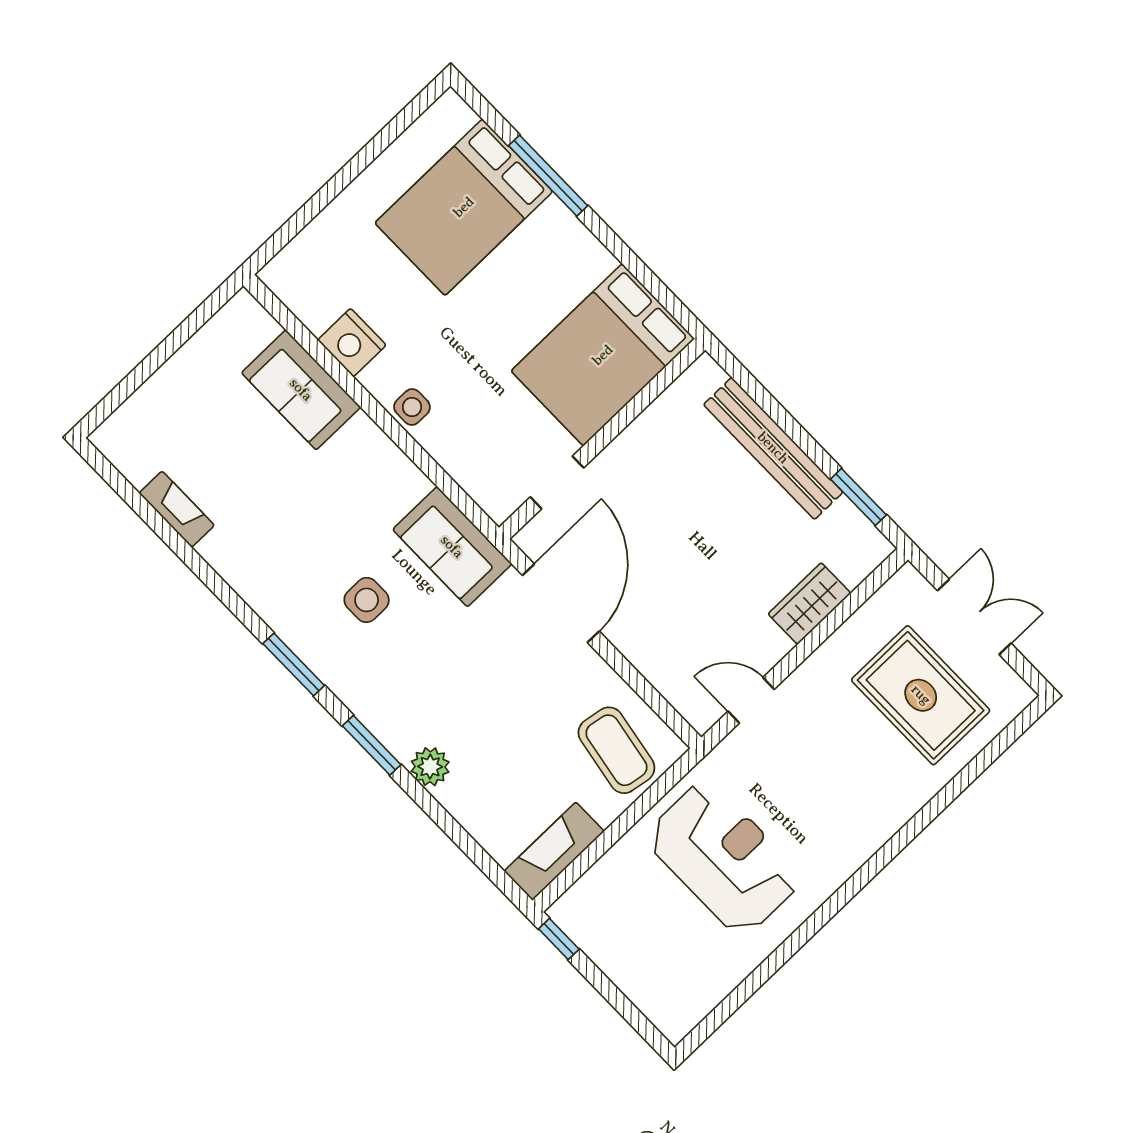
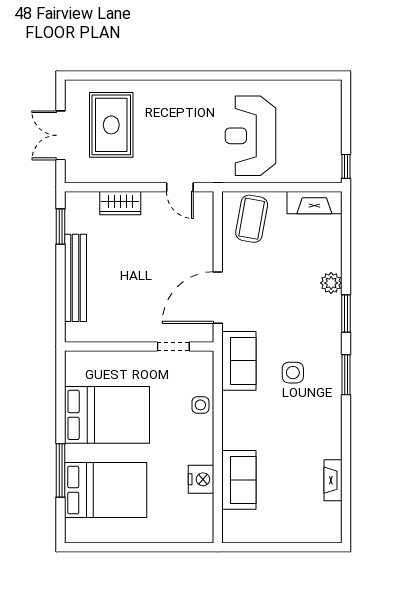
bed: (603, 355) -> (107, 415), moved
side table: (412, 407) -> (200, 405), moved

